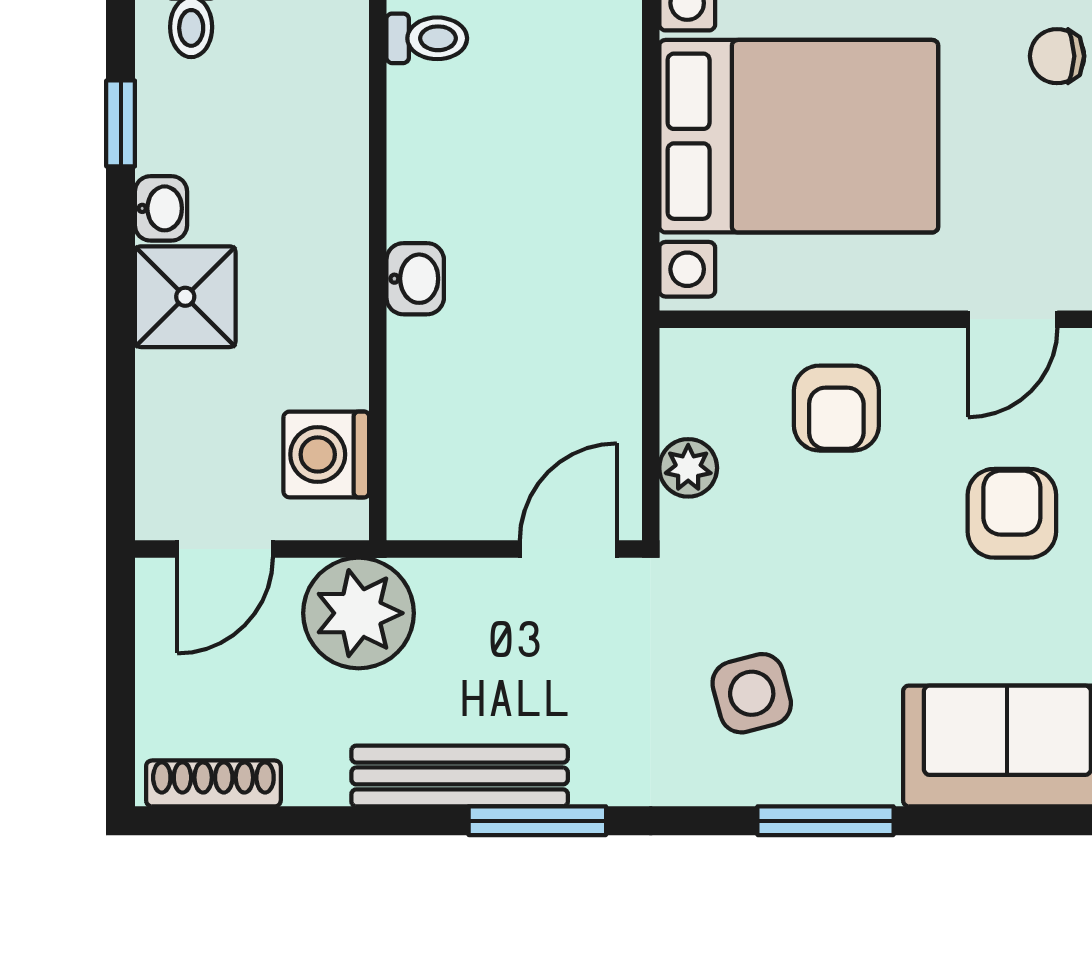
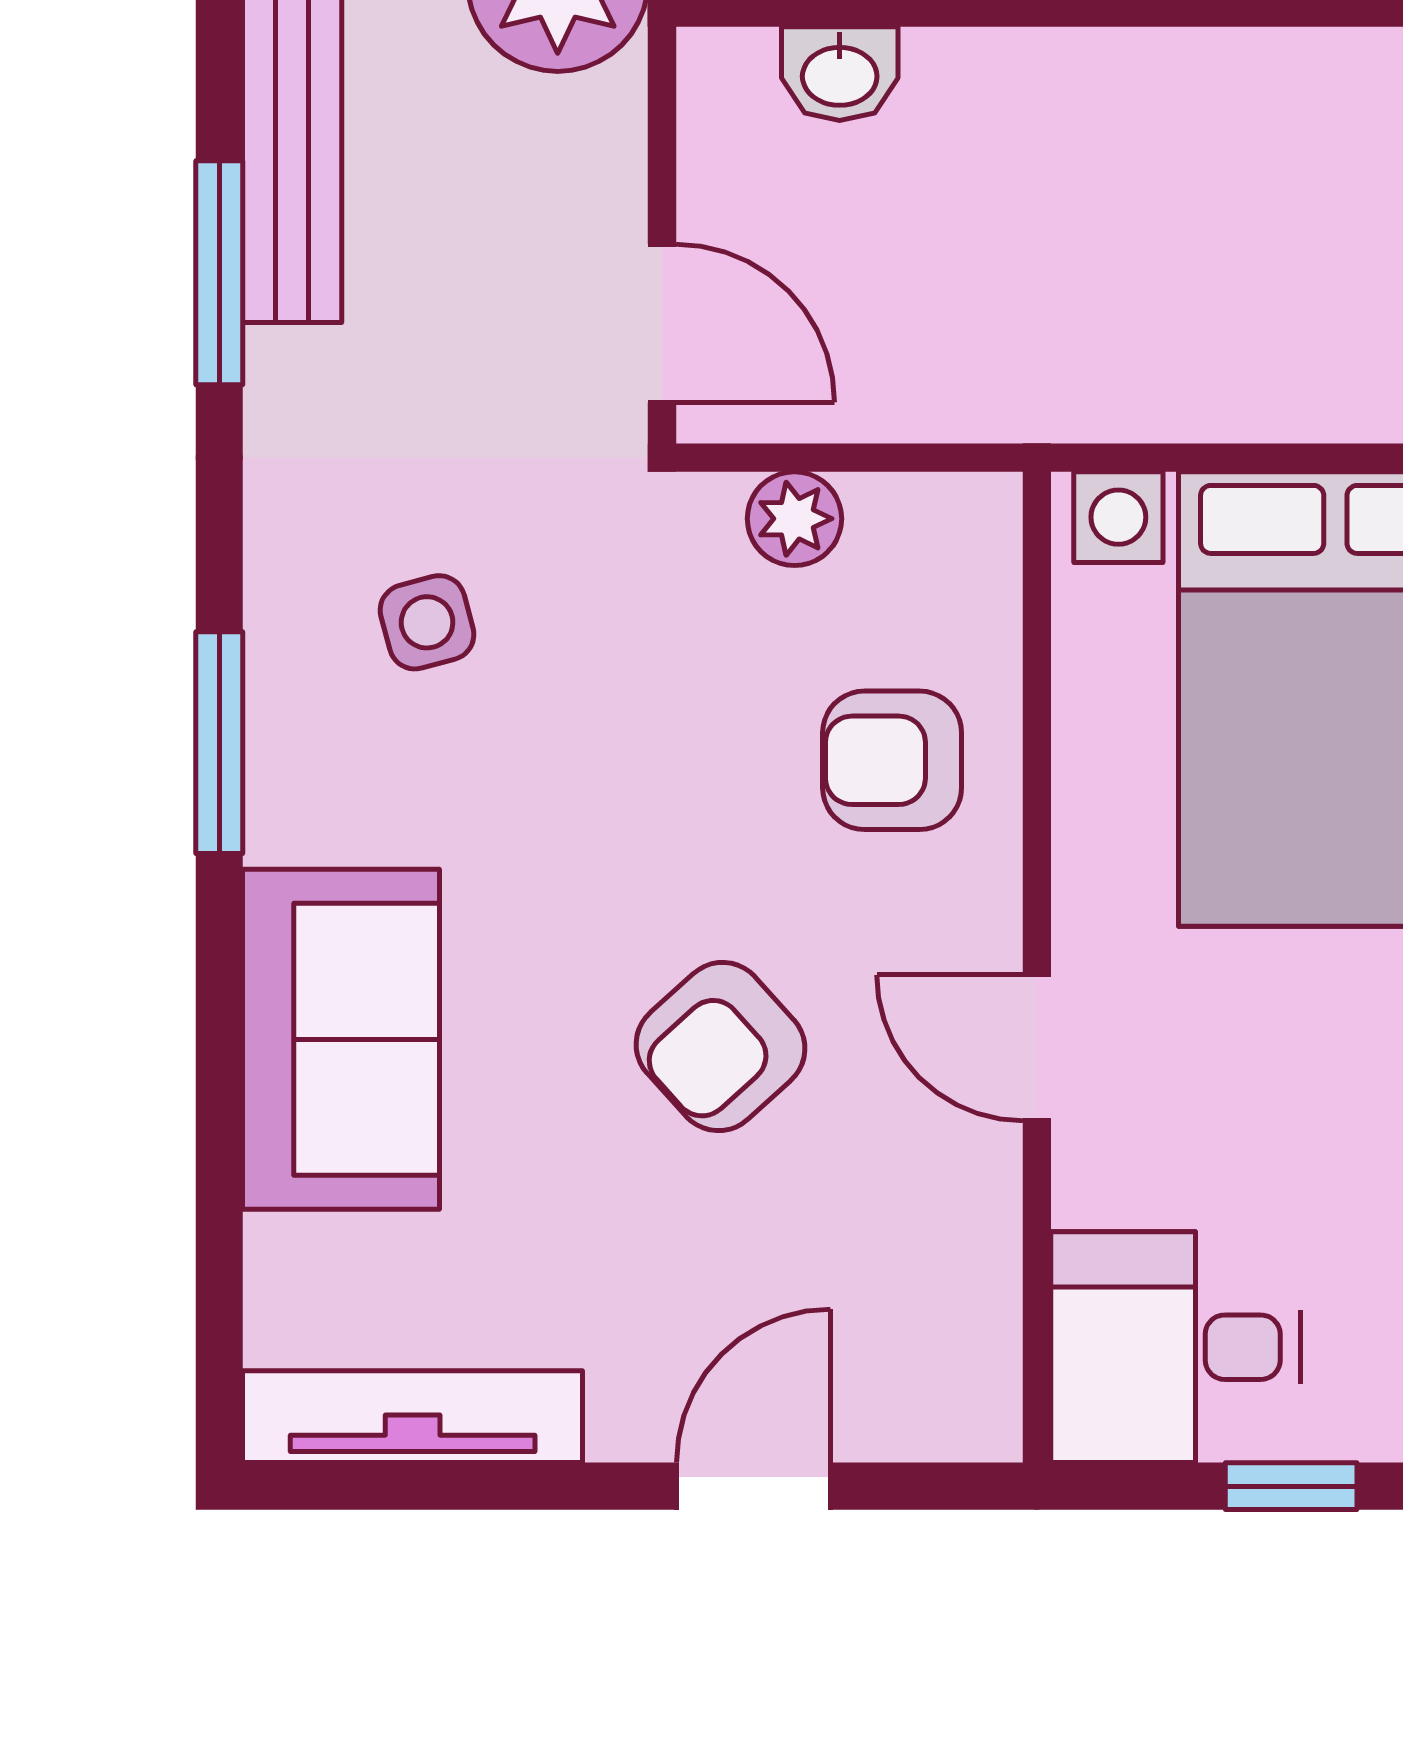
washbasin: (415, 279) -> (840, 74), moved
armchair: (1012, 513) -> (721, 1047), turned 138
side table: (752, 693) -> (427, 622), width x0.73, depth x0.73

